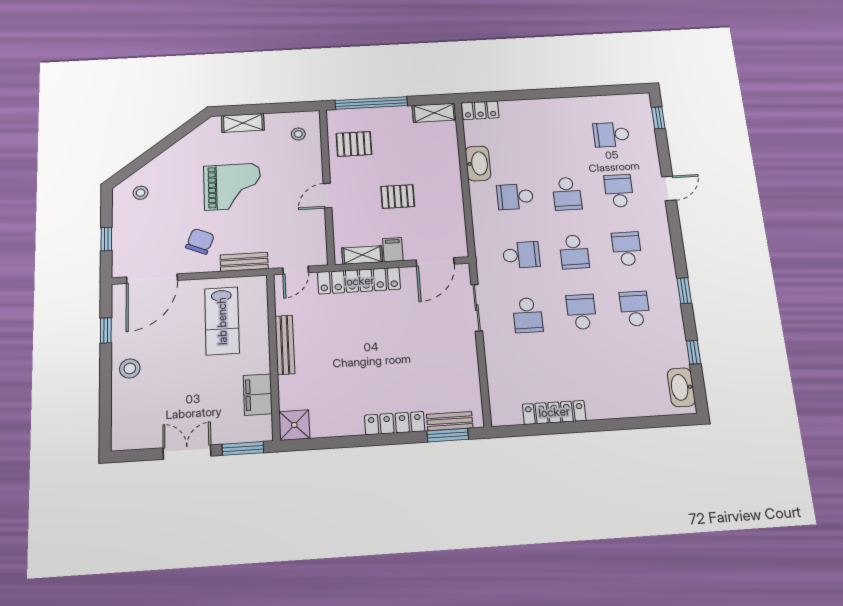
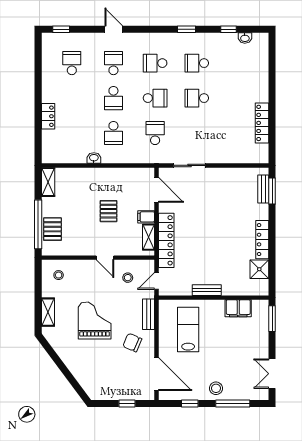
locker: (480, 110) -> (48, 116), moved
school desk: (611, 135) -> (72, 63), turned 180
pallet: (354, 144) -> (52, 229), moved
washbasin: (478, 163) -> (94, 158), width x0.52, depth x0.69
school desk: (619, 191) -> (113, 63), turned 90
stool: (141, 193) -> (128, 278), moved
school desk: (567, 194) -> (113, 98), turned 90
door: (296, 270) -> (156, 281), swing flipped
school desk: (528, 315) -> (197, 133), removed
lab bench: (222, 321) -> (188, 330), turned -90
bench: (285, 345) -> (207, 290), width x0.73
washbasin: (681, 387) -> (245, 38), width x0.52, depth x0.69
window: (105, 396) -> (233, 404), added
locker: (395, 423) -> (262, 240), moved
shower: (294, 425) -> (259, 269), moved
double door: (187, 452) -> (272, 374), moved

